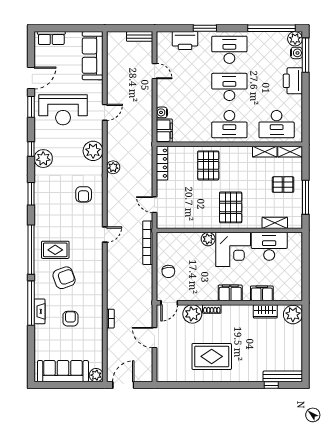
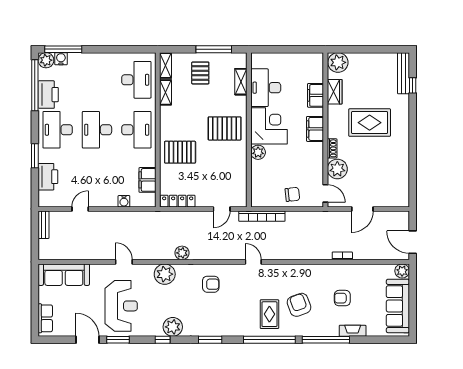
printer: (293, 81) -> (48, 95), moved, turned -90
filing cabinet: (164, 131) -> (147, 180), moved, turned -90
fireplace: (40, 311) -> (353, 331), moved
rug: (212, 356) -> (370, 123), moved, turned 90

